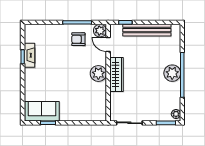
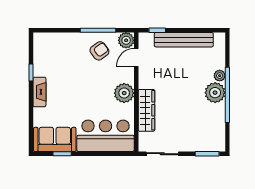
armchair: (78, 39) -> (99, 51), turned 143
door: (108, 44) -> (136, 57), hinge flipped
fireplace: (29, 55) -> (39, 92), moved
wardrobe: (116, 74) -> (146, 110), moved
bar counter: (83, 108) -> (106, 136), added
plant: (176, 114) -> (220, 76), moved

